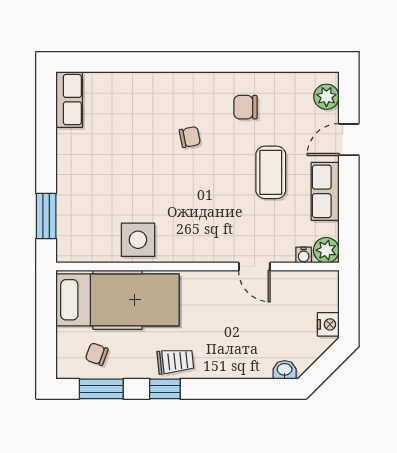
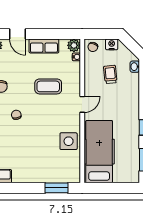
coffee table: (271, 172) -> (48, 86), moved
door: (254, 267) -> (82, 104), moved
chair: (97, 354) -> (93, 47), moved
trolley: (175, 361) -> (110, 74), moved

